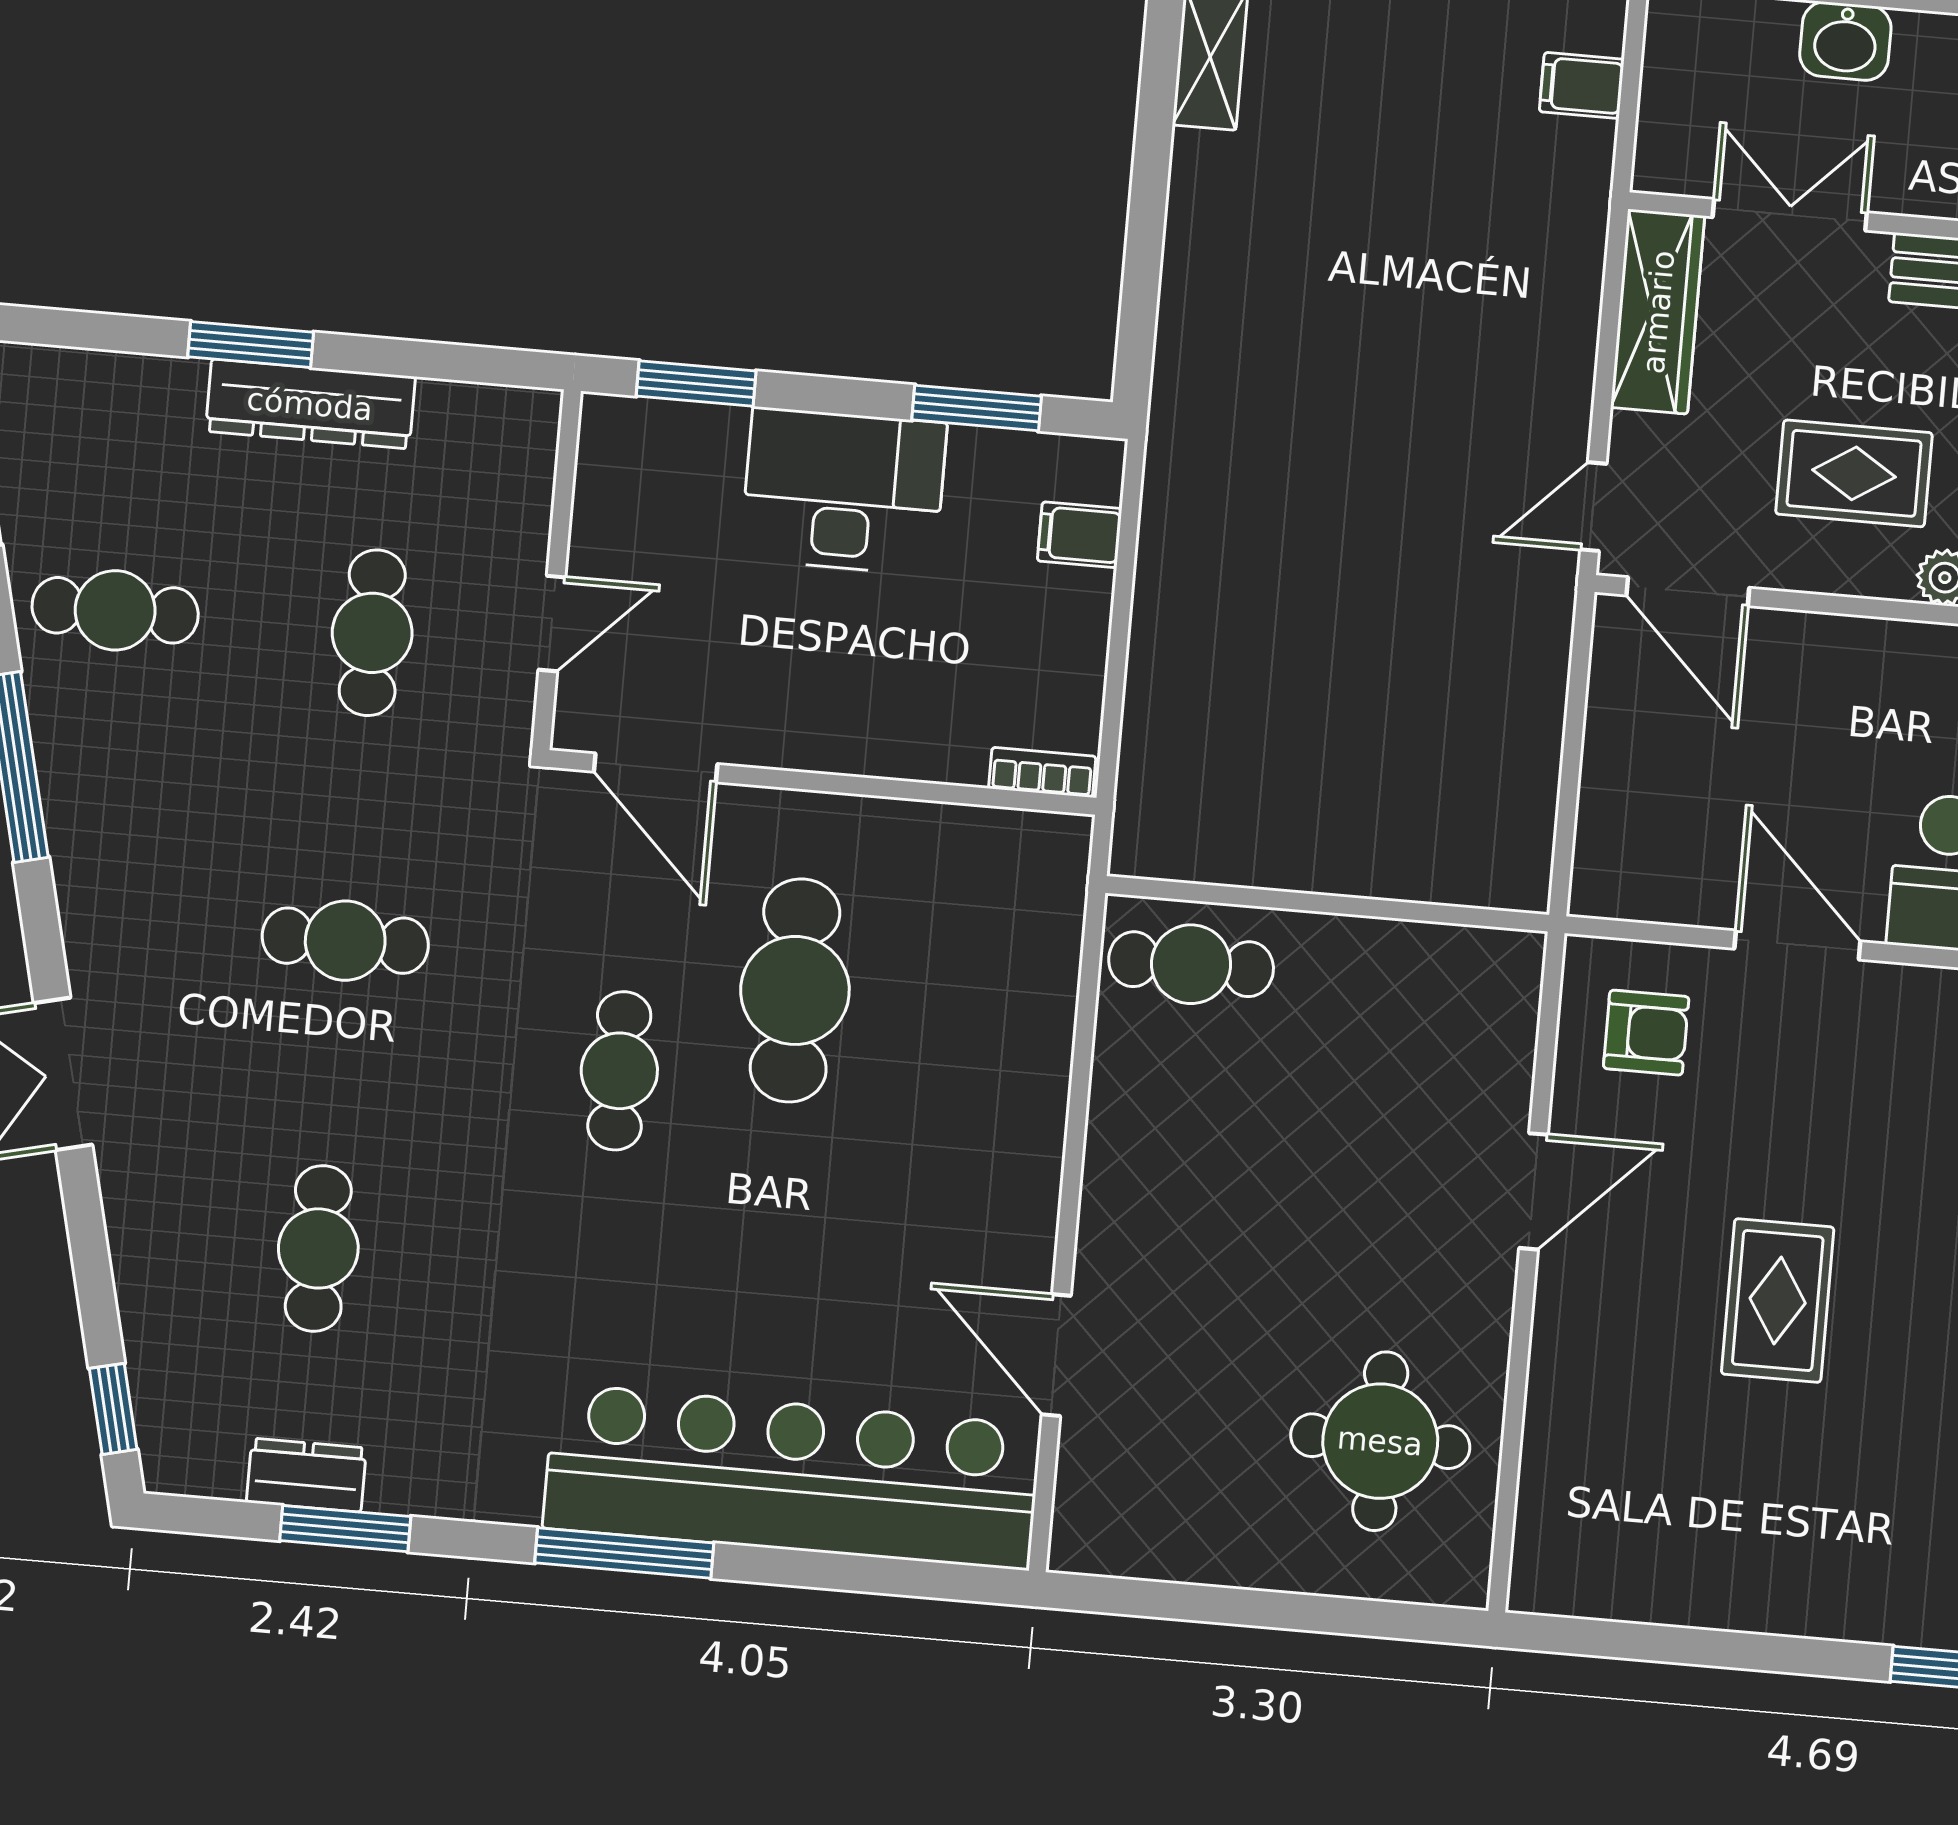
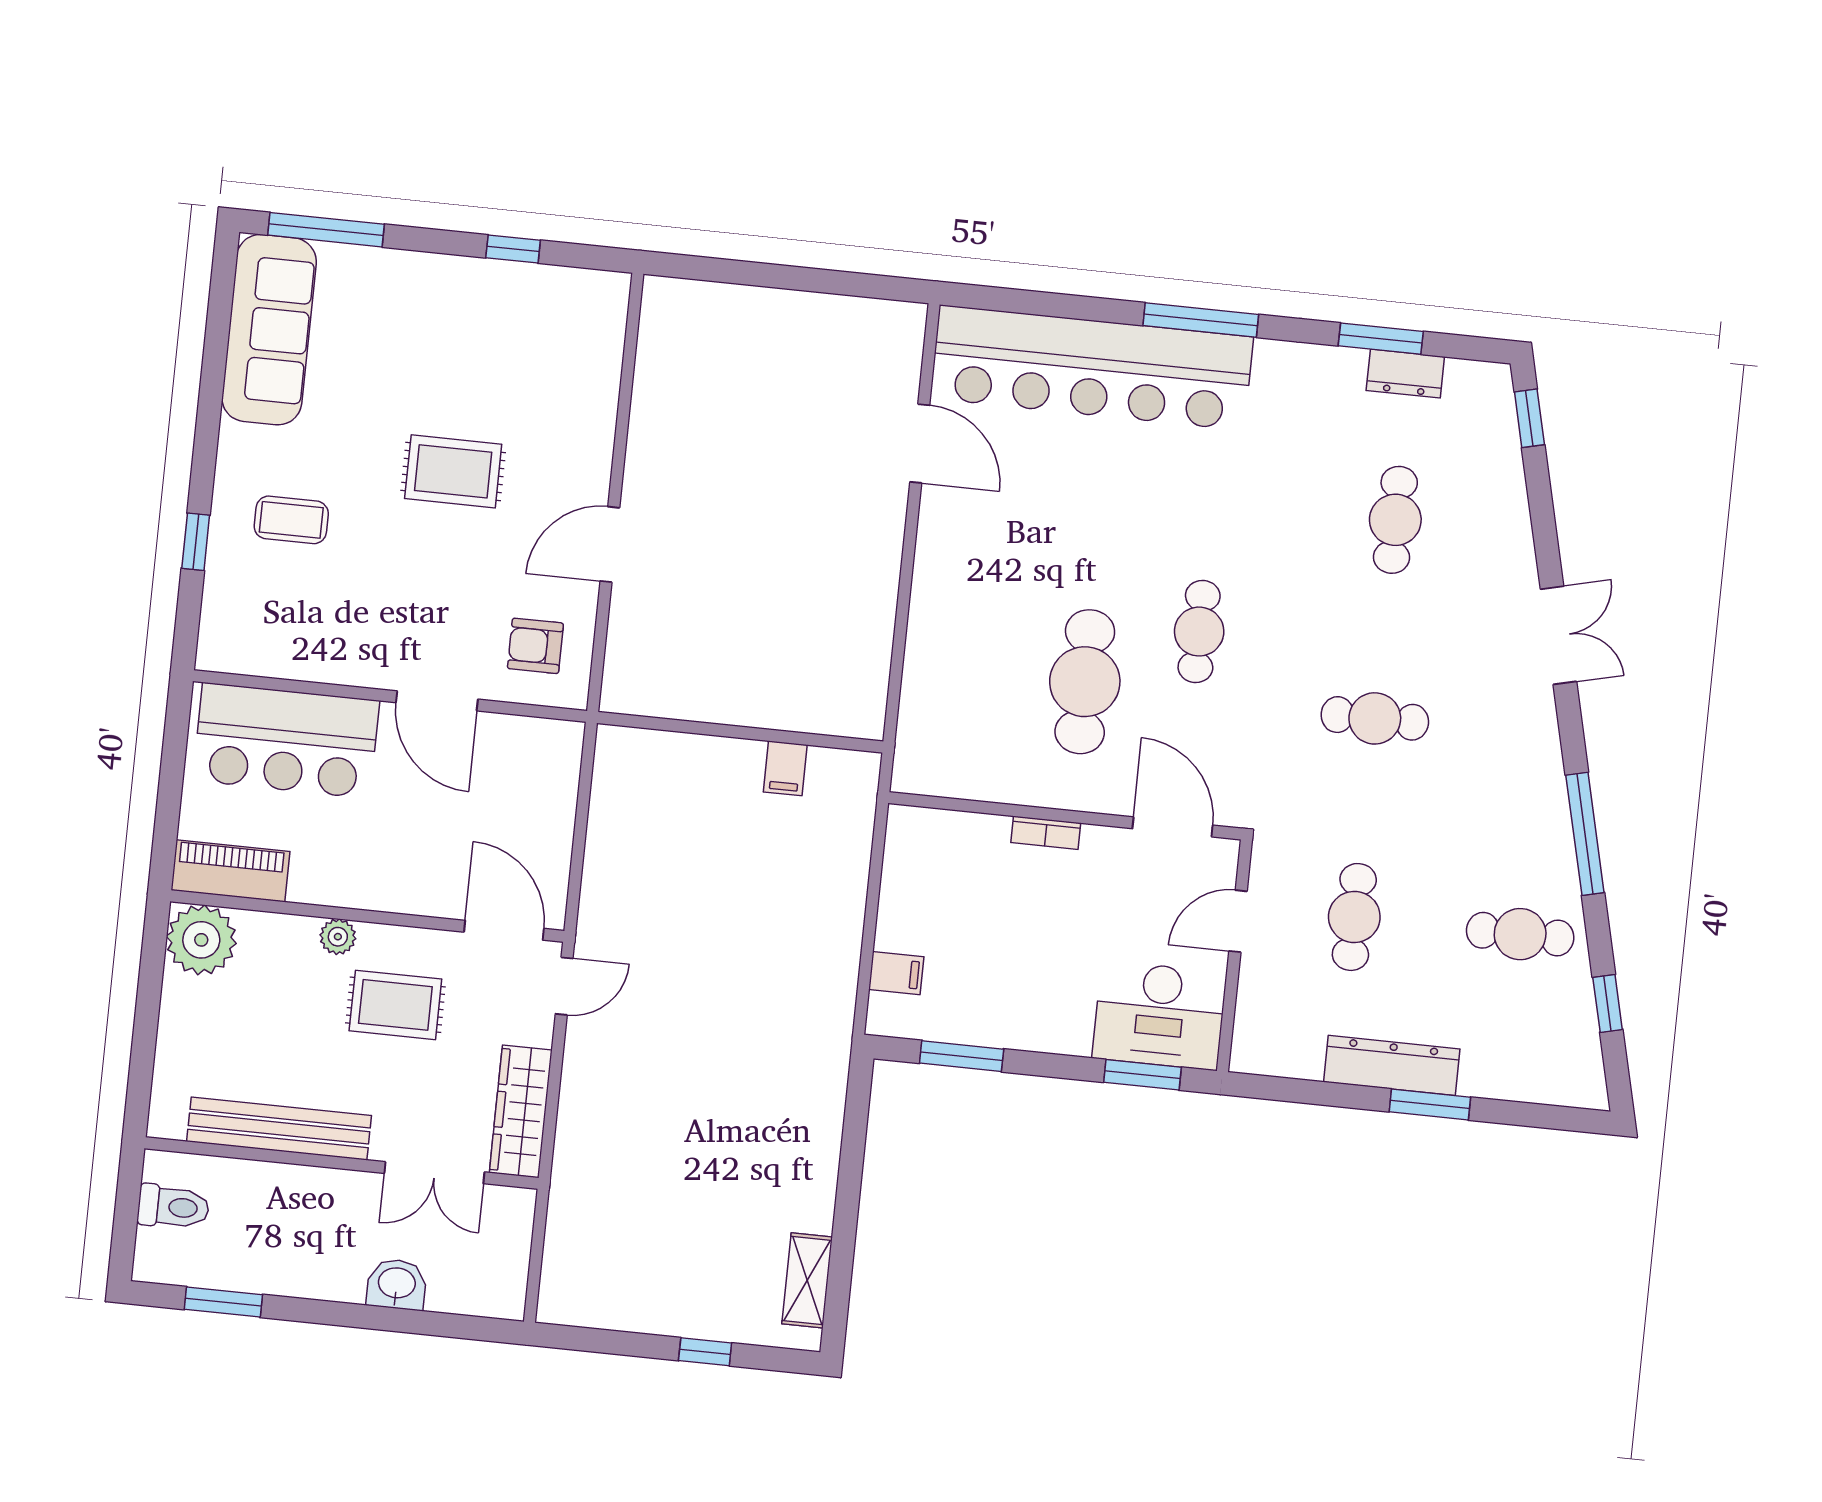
filing cabinet: (1582, 85) -> (785, 768), moved, turned 90
desk: (844, 491) -> (1159, 1015), moved
bookcase: (1042, 772) -> (1046, 833), moved
cafe table: (1191, 964) -> (829, 695), removed
rug: (1778, 1301) -> (453, 471), turned 90
round table: (1380, 1441) -> (711, 385), removed
window: (1690, 1646) -> (513, 249), added

